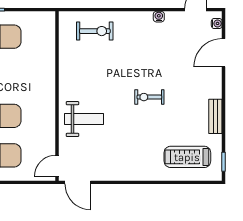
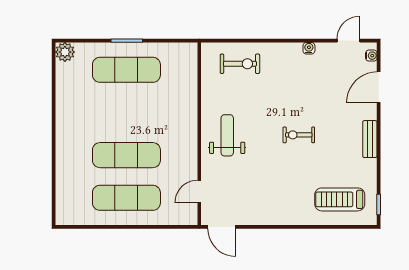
bench: (215, 116) -> (370, 139), moved
weight bench: (84, 119) -> (227, 135), moved, turned -90
door: (57, 166) -> (199, 192), moved

